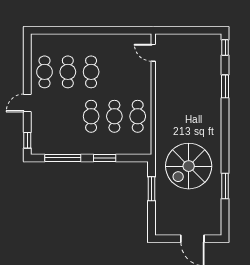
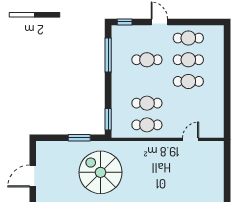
door: (153, 53) -> (191, 139), moved
cafe table: (91, 116) -> (147, 60), moved
window: (105, 158) -> (108, 119), moved

